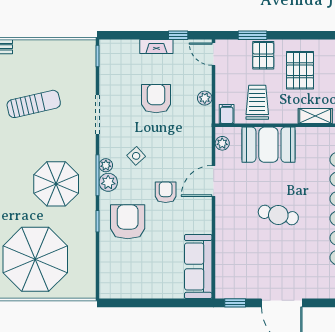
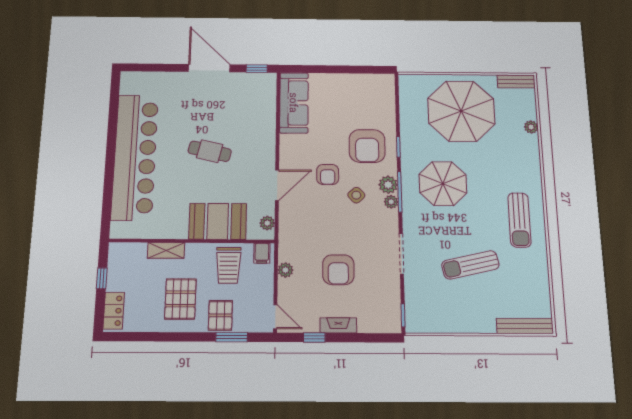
side table: (136, 156) -> (356, 195), moved

